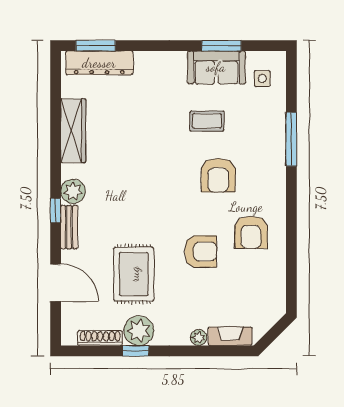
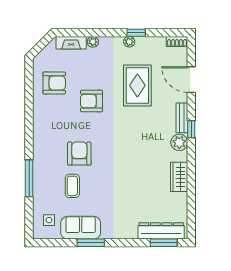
window: (221, 46) -> (91, 243), moved
coffee table: (207, 121) -> (72, 186), moved, turned 90
wardrobe: (73, 131) -> (179, 177), width x0.67
armchair: (251, 232) -> (54, 83), moved, turned 90
plant: (139, 331) -> (129, 42), width x0.53, depth x0.53
shoe rack: (100, 338) -> (177, 42), moved, width x0.70

